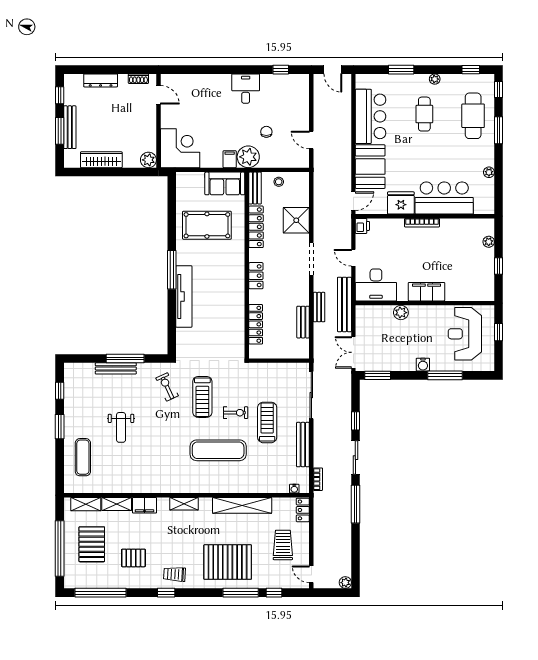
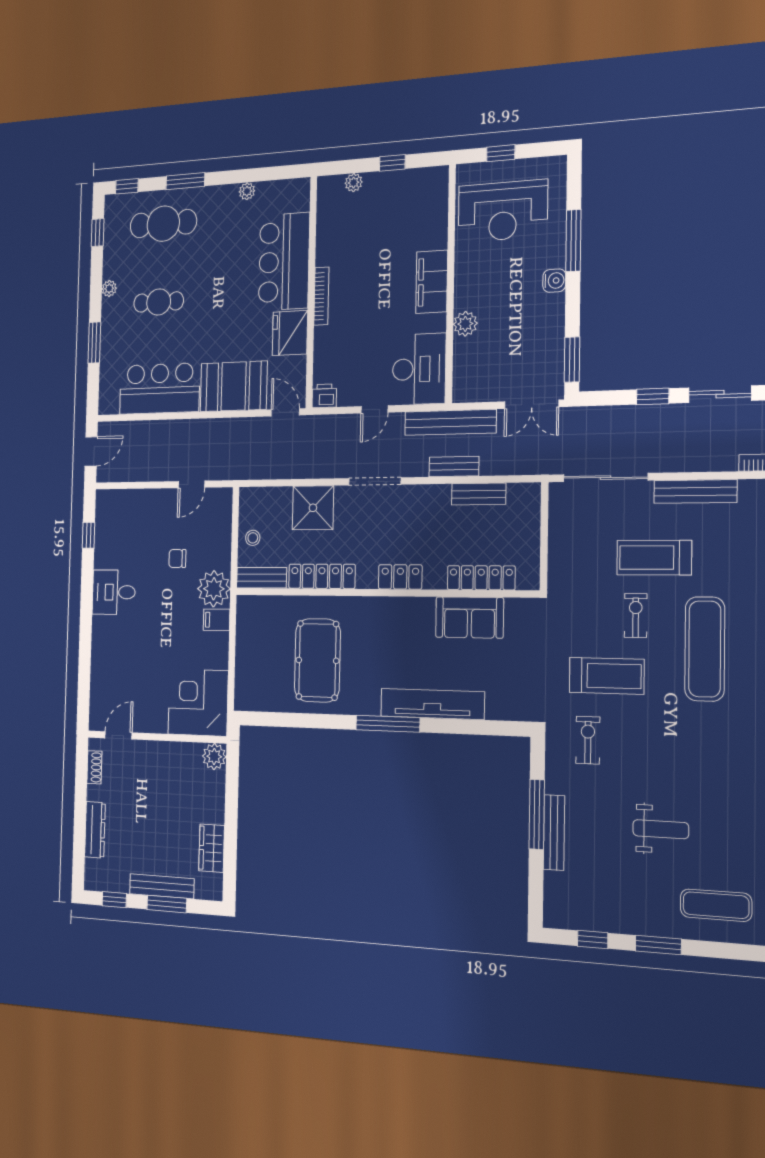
wardrobe: (101, 160) -> (212, 848), width x0.67
sofa: (225, 183) -> (469, 617), moved, turned 90
exercise bike: (167, 387) -> (588, 740), turned 115

